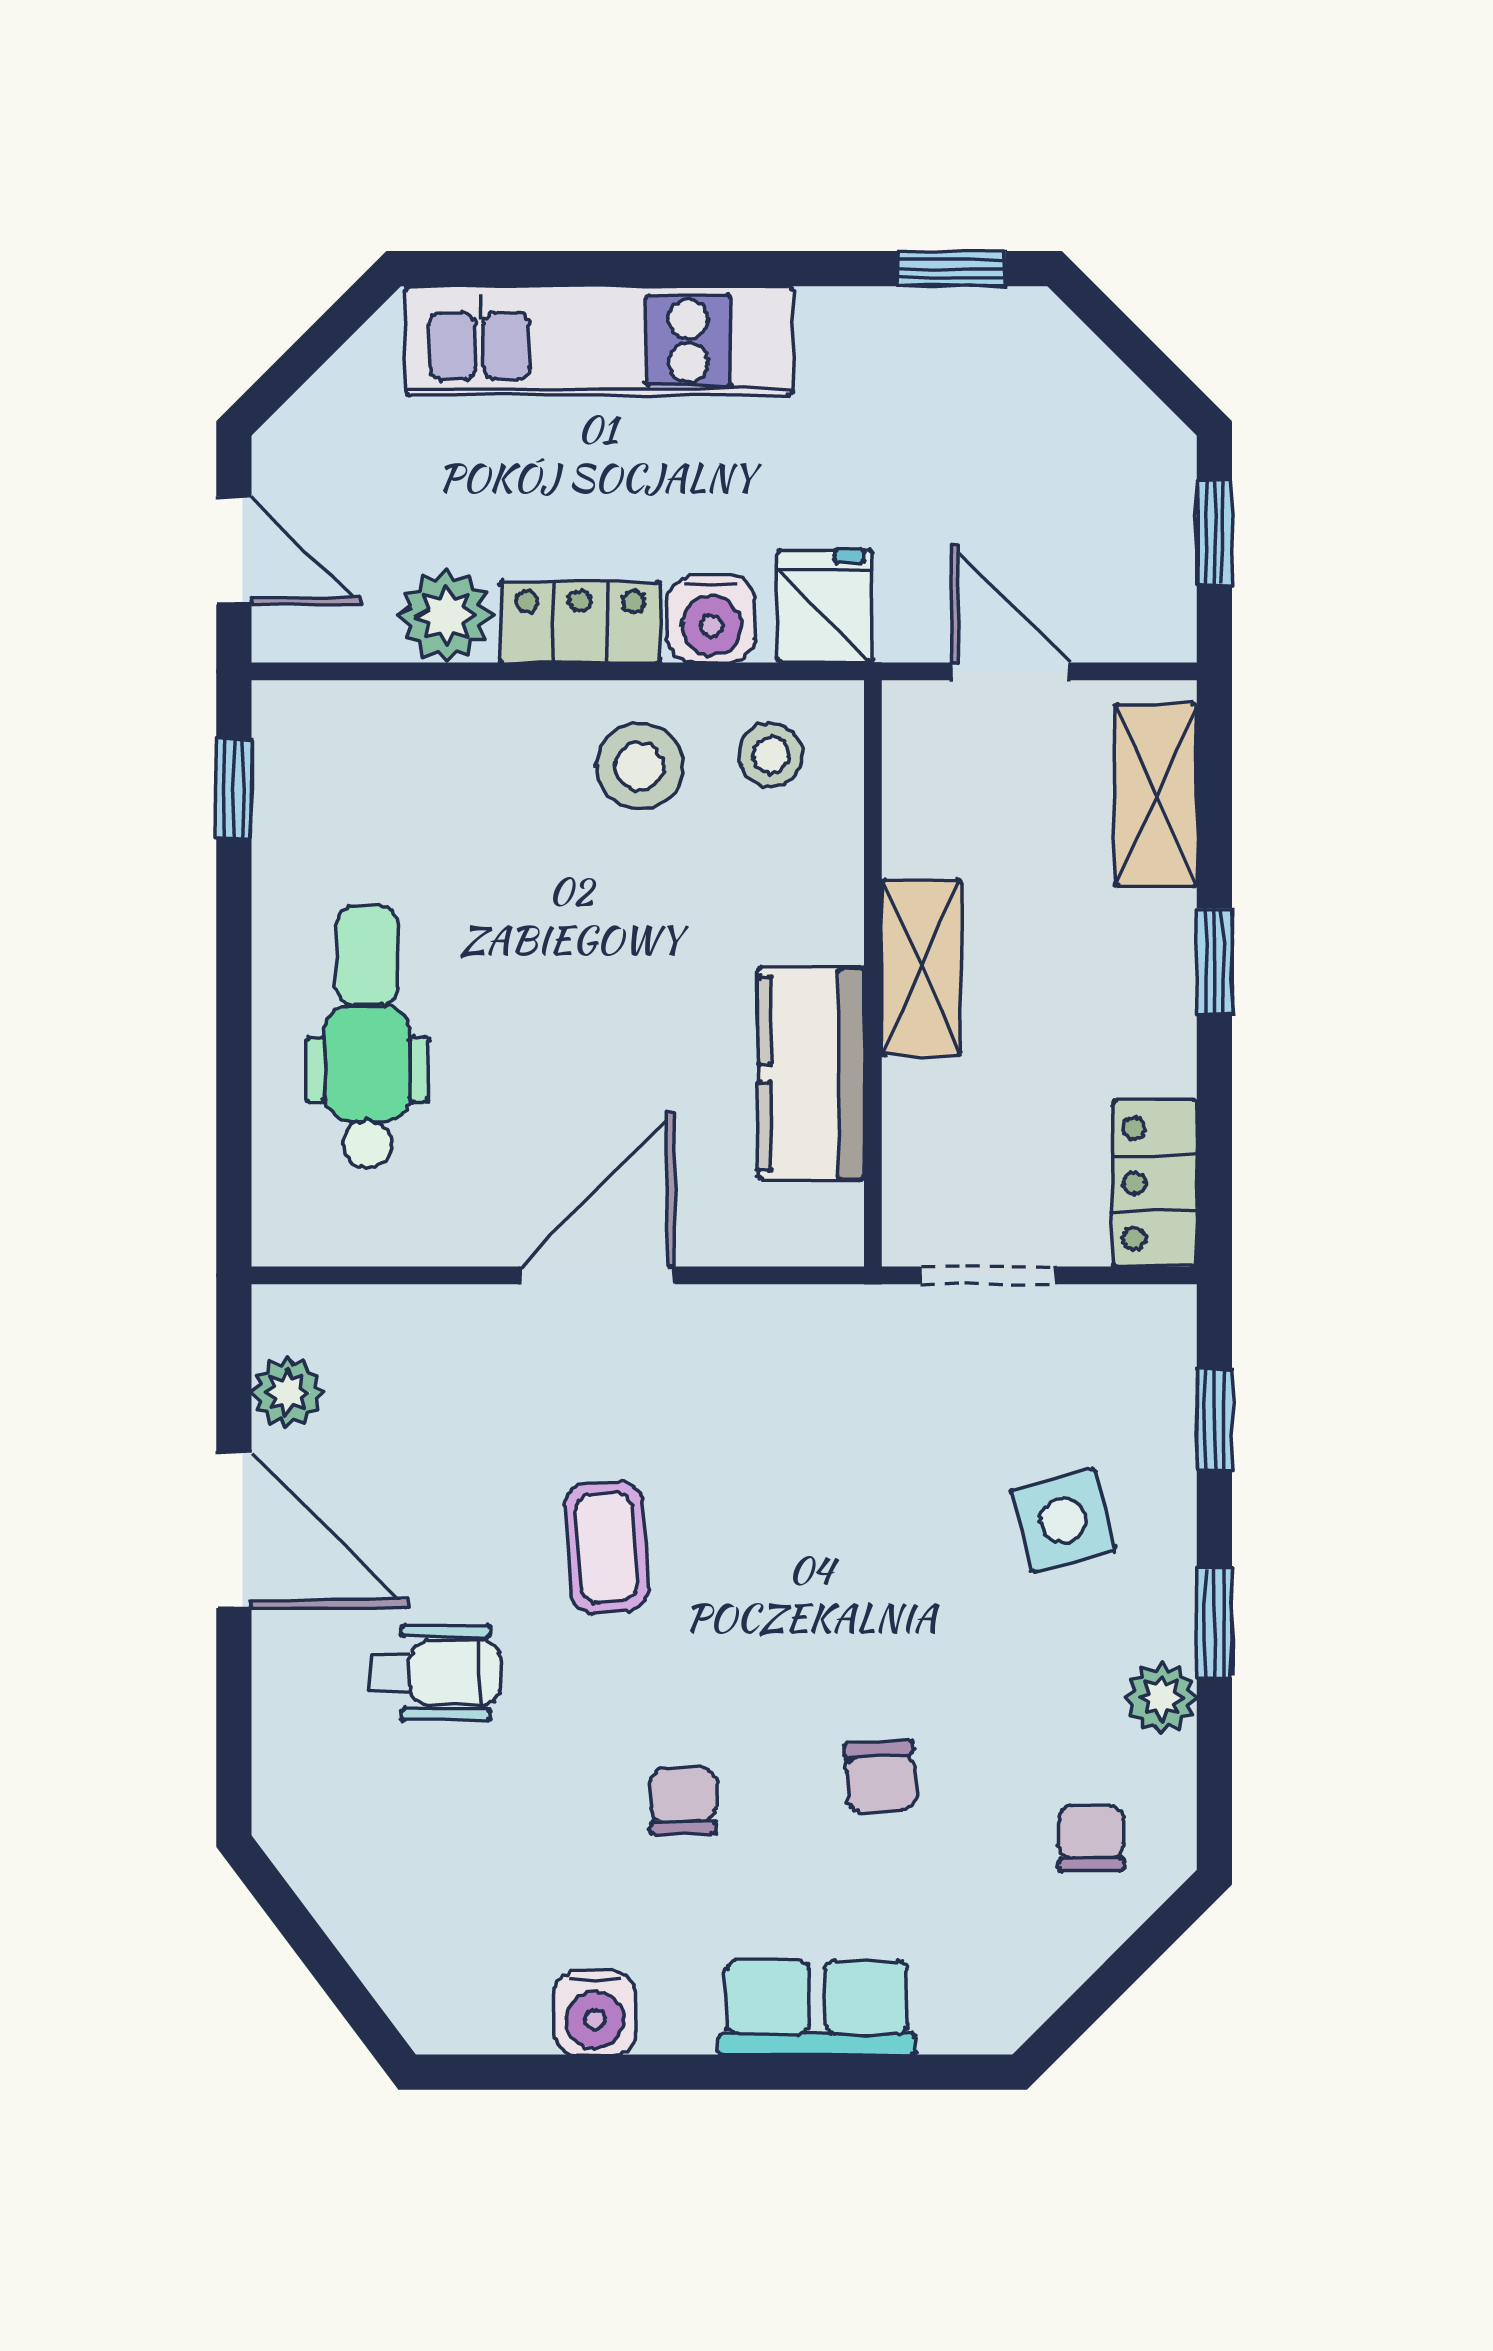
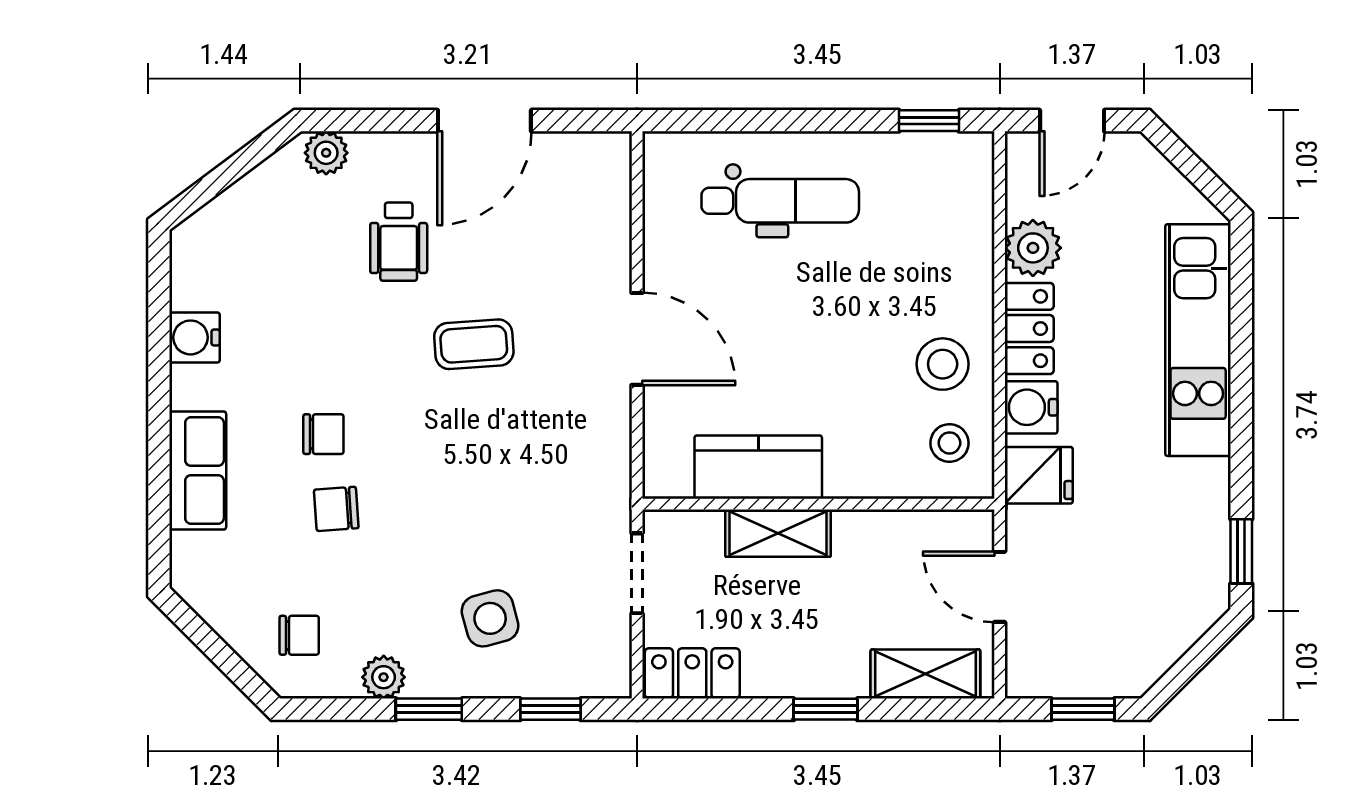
door: (1011, 671) -> (1000, 587), swing flipped
shelving: (921, 968) -> (778, 533), moved
plant: (287, 1392) -> (326, 153), moved
chair: (683, 1801) -> (323, 434), moved

